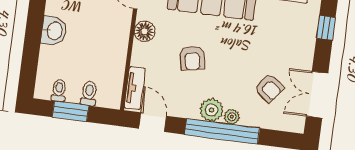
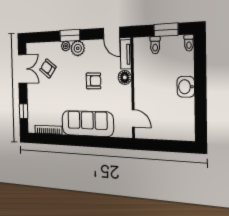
floor lamp: (145, 31) -> (125, 77), moved
armchair: (192, 58) -> (94, 81), turned 102
toilet: (59, 91) -> (189, 43), moved
window: (222, 131) -> (70, 35), width x0.47

